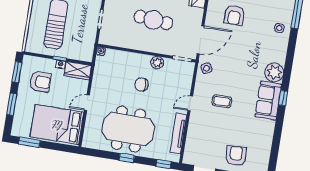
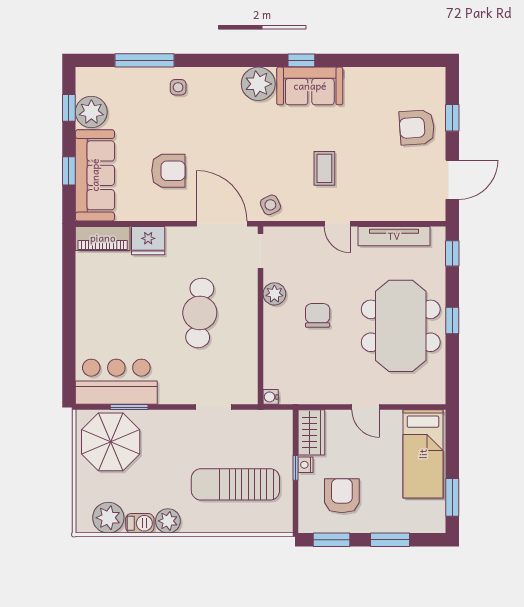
chair: (141, 84) -> (318, 315), turned 180
bed: (57, 125) -> (423, 454), width x0.67

